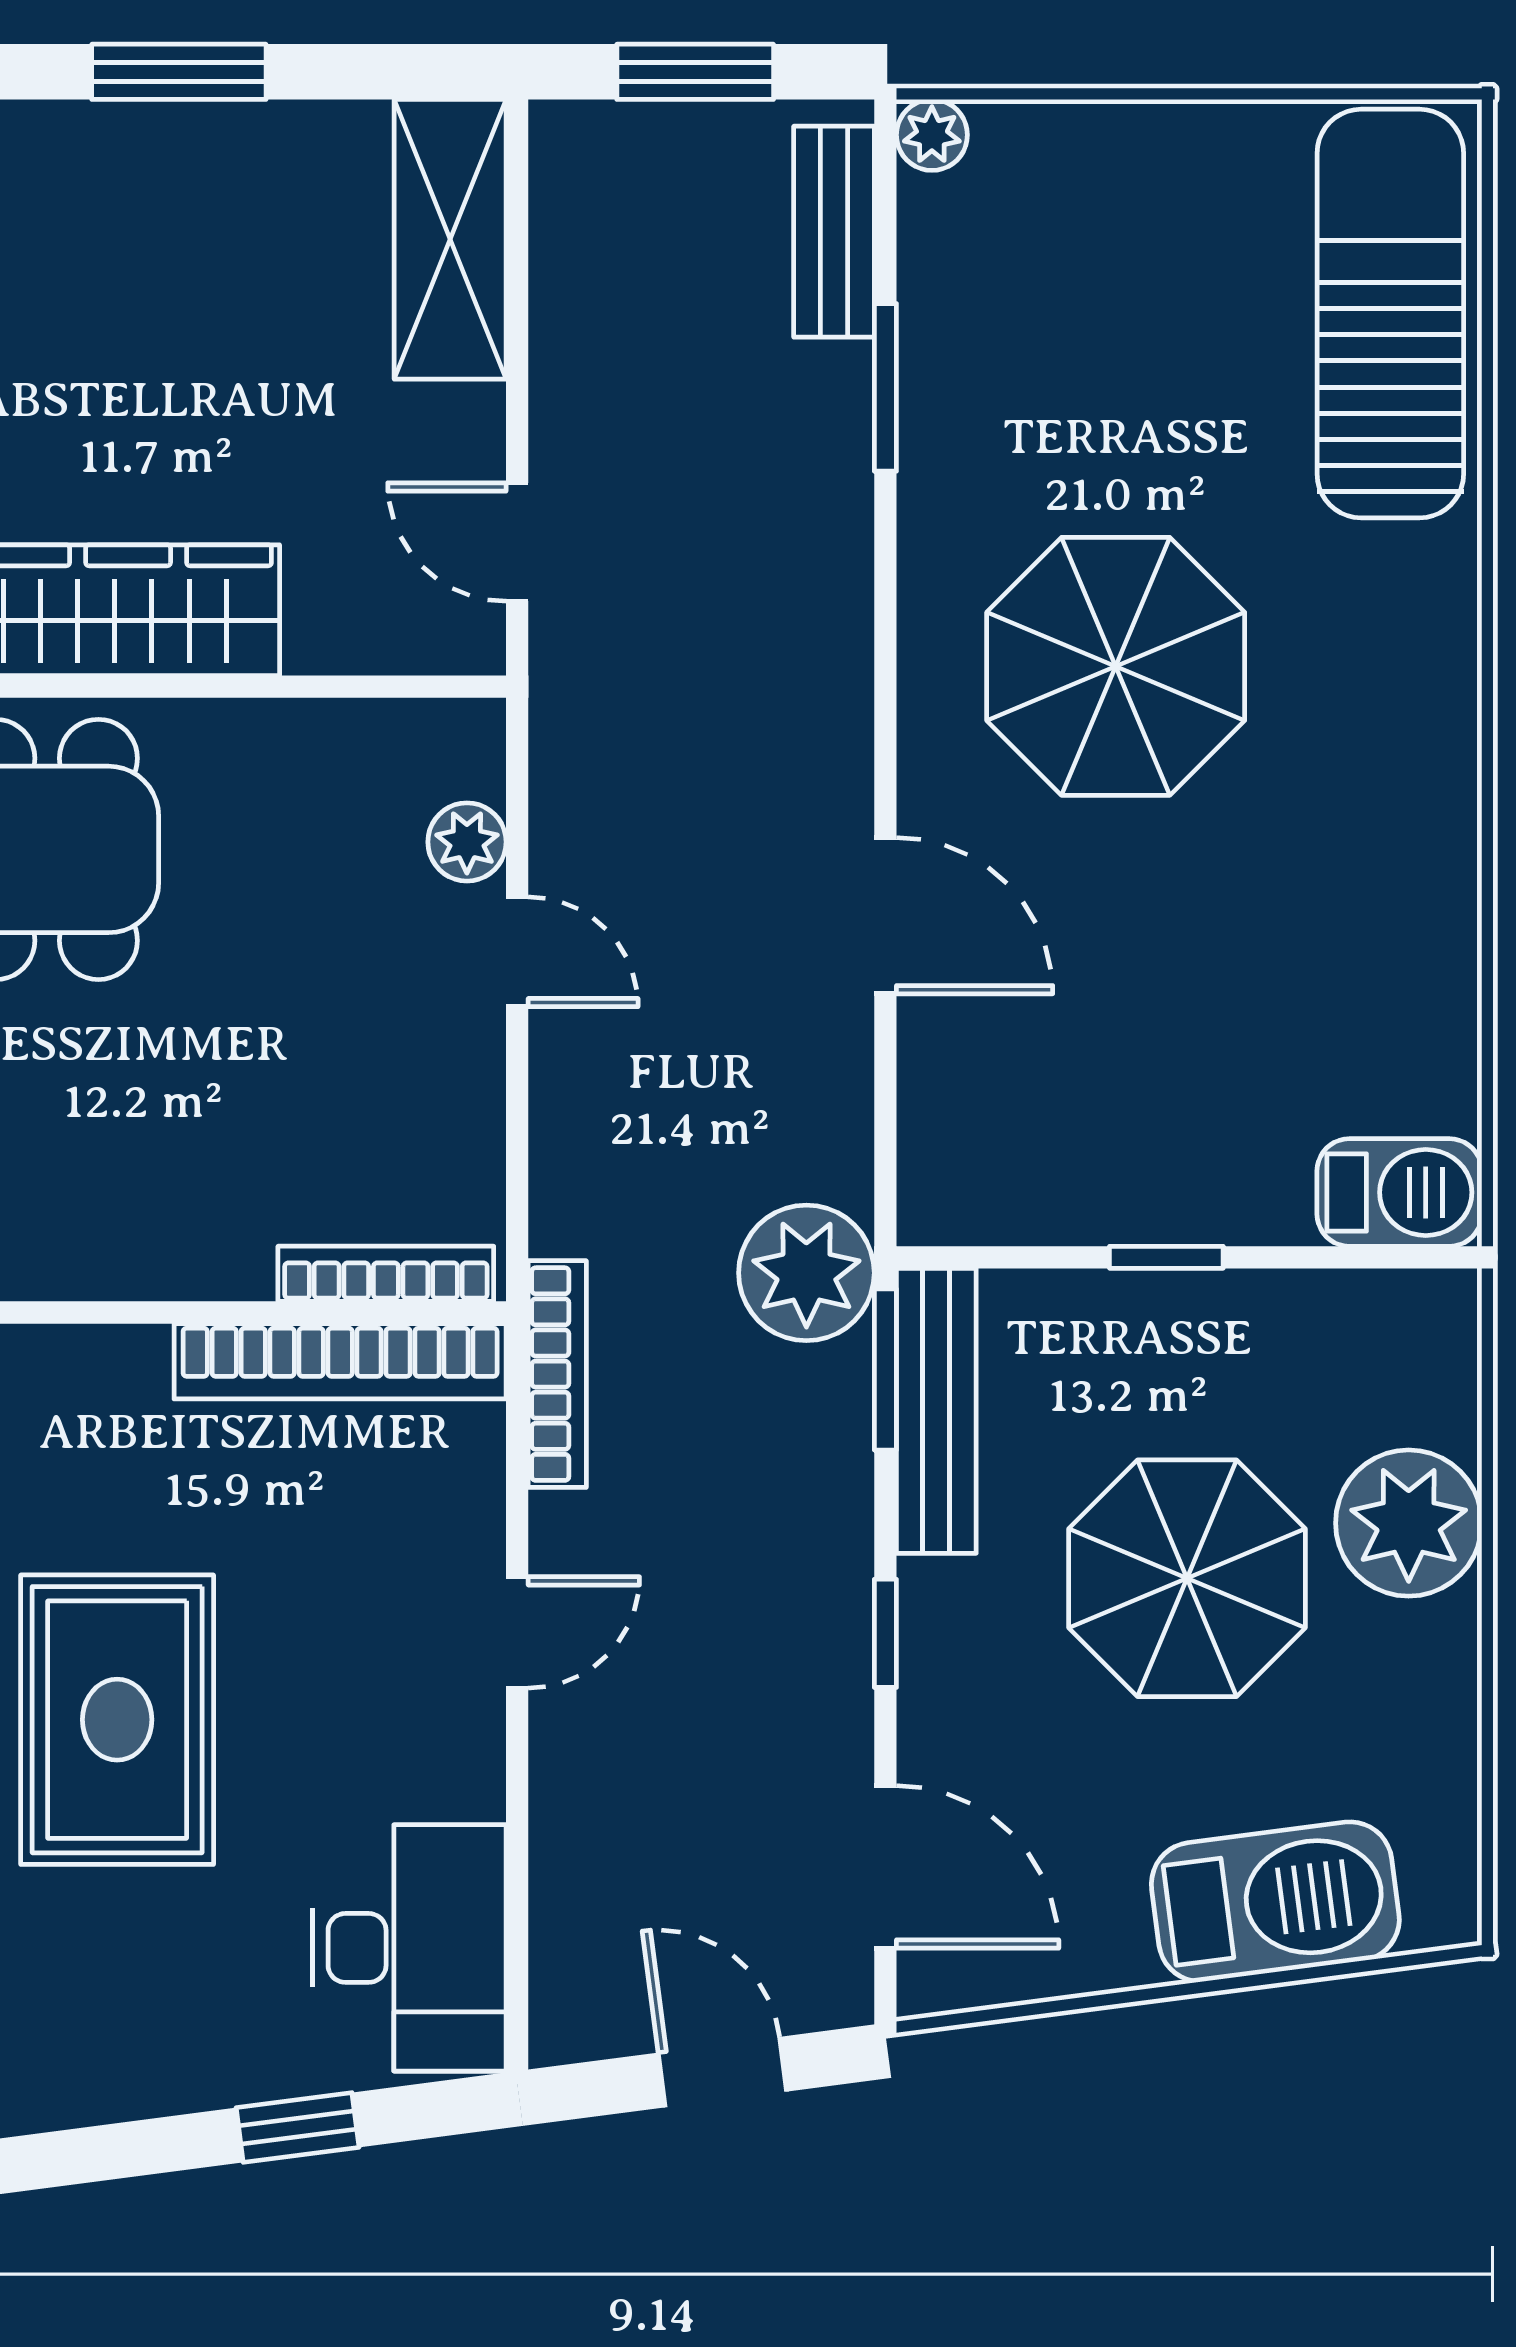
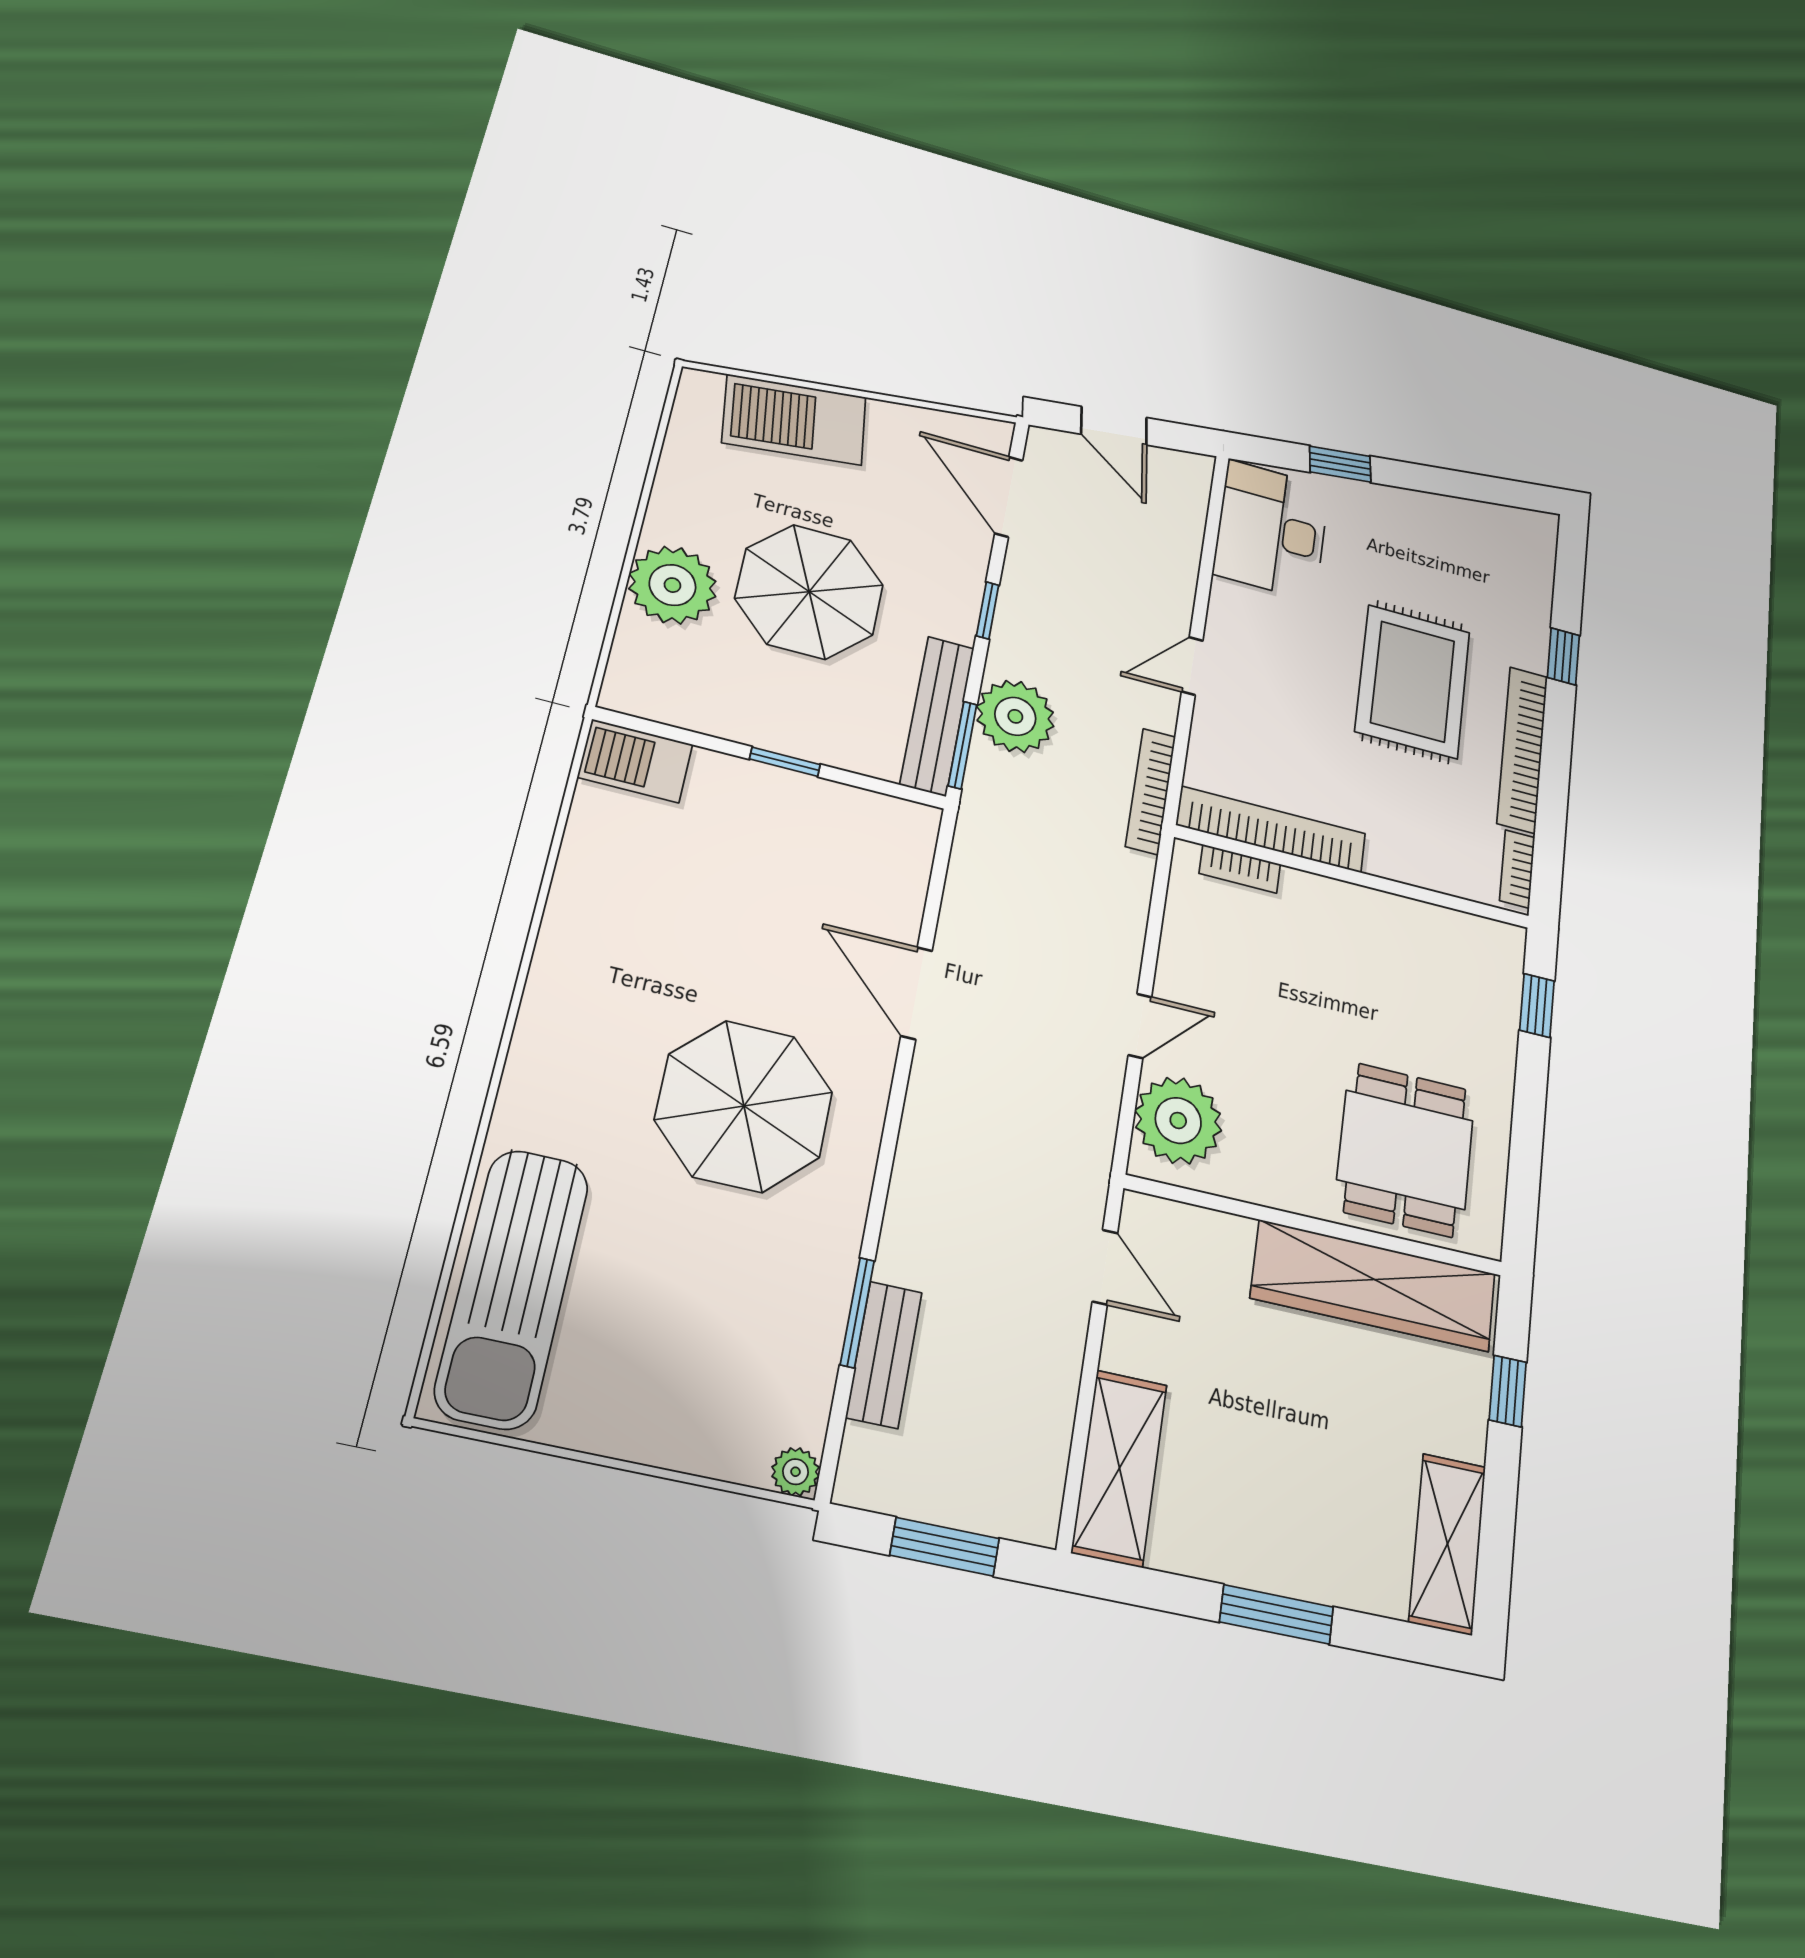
bench: (834, 232) -> (884, 1355), moved
plant: (467, 842) -> (1178, 1120), width x1.87, depth x1.87
door: (517, 952) -> (1140, 1026), swing flipped
plant: (806, 1273) -> (1015, 716), moved
bookcase: (386, 1274) -> (1240, 869), width x0.64

